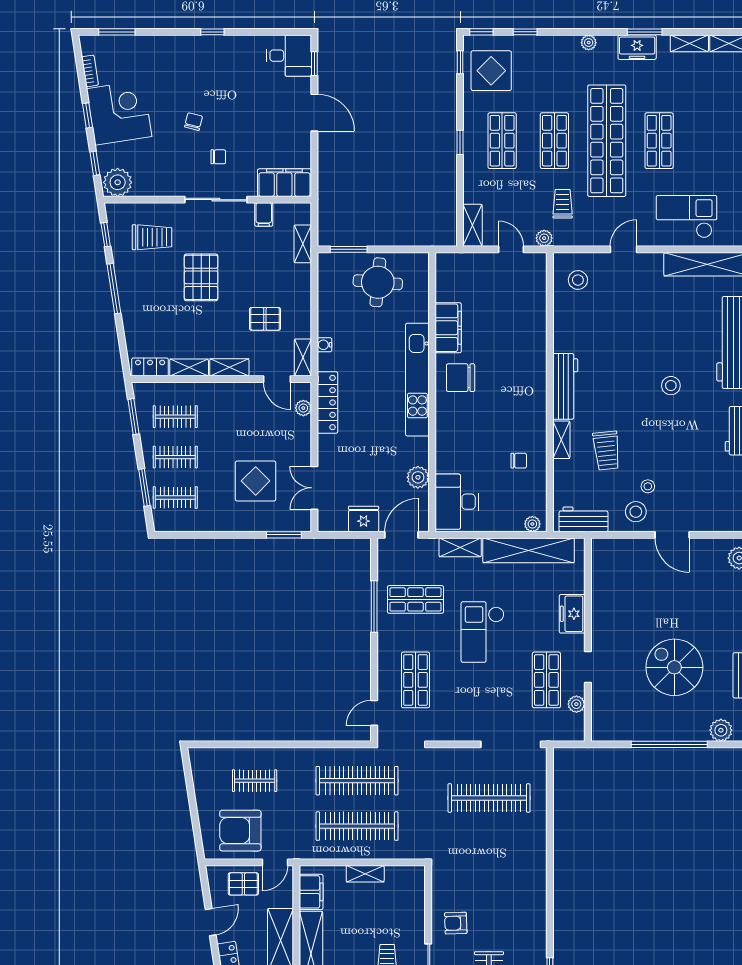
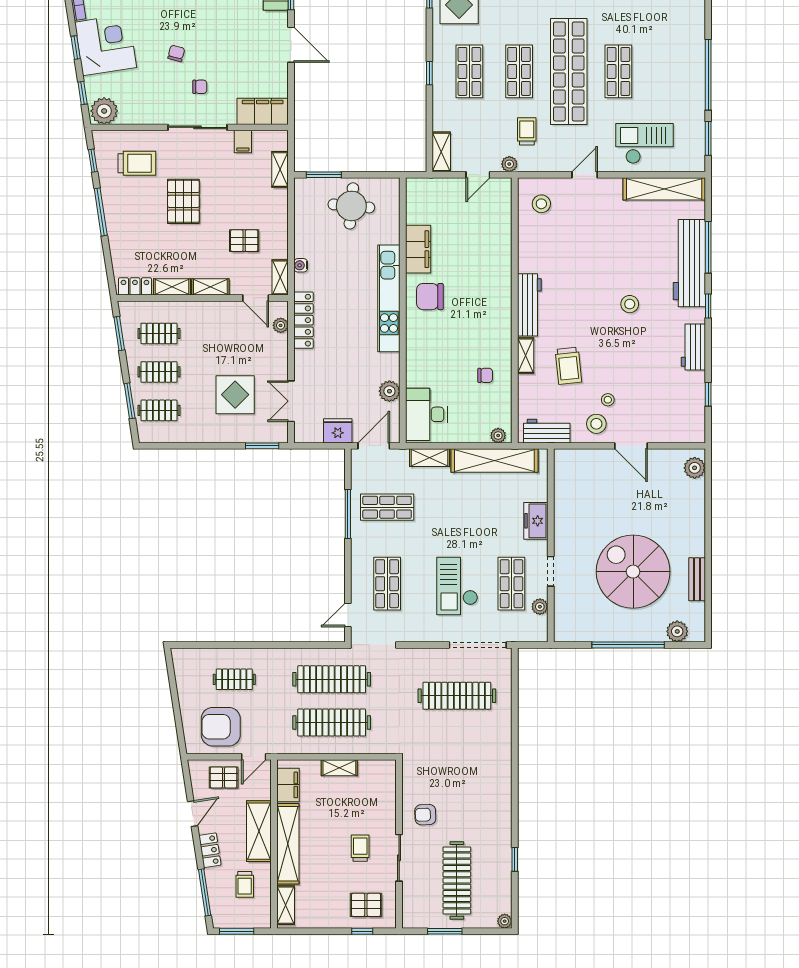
door: (511, 249) -> (478, 175), swing flipped
checkout: (483, 632) -> (457, 586), moved
spiral stairs: (674, 667) -> (633, 572), width x1.37, depth x1.37

